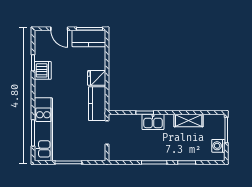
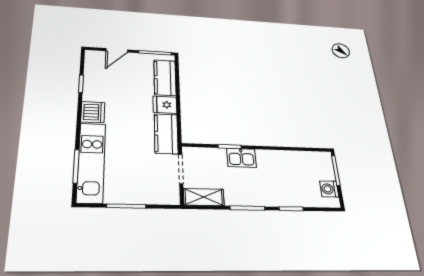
door: (59, 29) -> (117, 50), hinge flipped
kitchen counter: (89, 39) -> (165, 78), moved, turned 90
dishwasher: (43, 70) -> (93, 112), moved
shelving: (189, 121) -> (204, 197), moved

